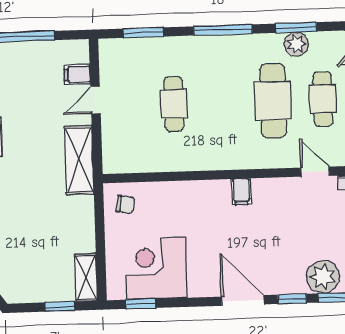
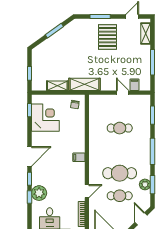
shelving: (79, 160) -> (84, 84), moved
shelving: (86, 277) -> (57, 86), moved

